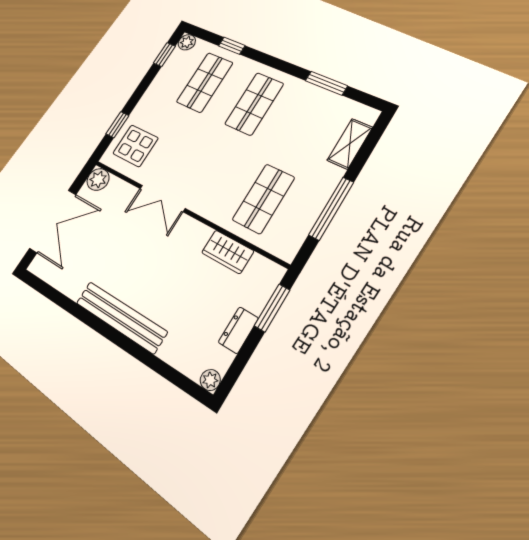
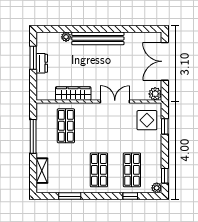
wardrobe: (228, 252) -> (73, 93), width x1.50
window: (272, 308) -> (33, 58), moved
plant: (210, 380) -> (66, 37), moved

